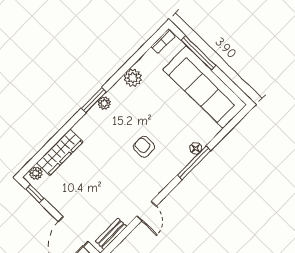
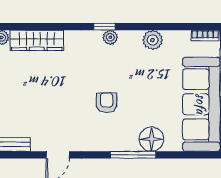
window: (94, 100) -> (105, 27), width x0.67
floor lamp: (196, 148) -> (152, 139), width x1.89, depth x1.89

